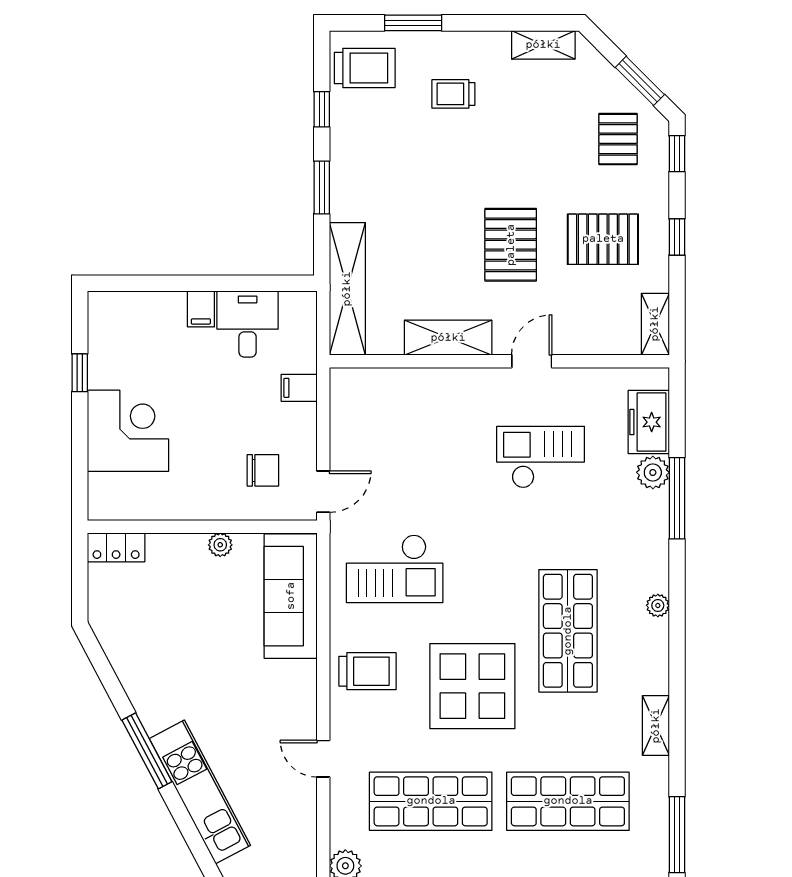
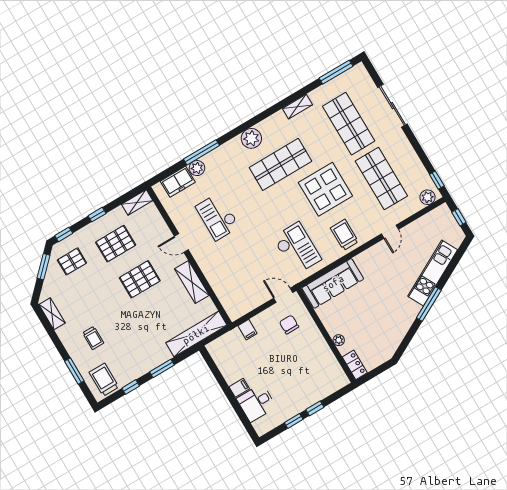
pallet: (603, 239) -> (116, 244), turned 90
desk: (248, 324) -> (256, 403), moved
window: (80, 426) -> (315, 408), added
corner desk: (128, 431) -> (305, 388), removed
plant: (220, 545) -> (339, 340), moved
plant: (658, 605) -> (251, 138), width x1.88, depth x1.88

